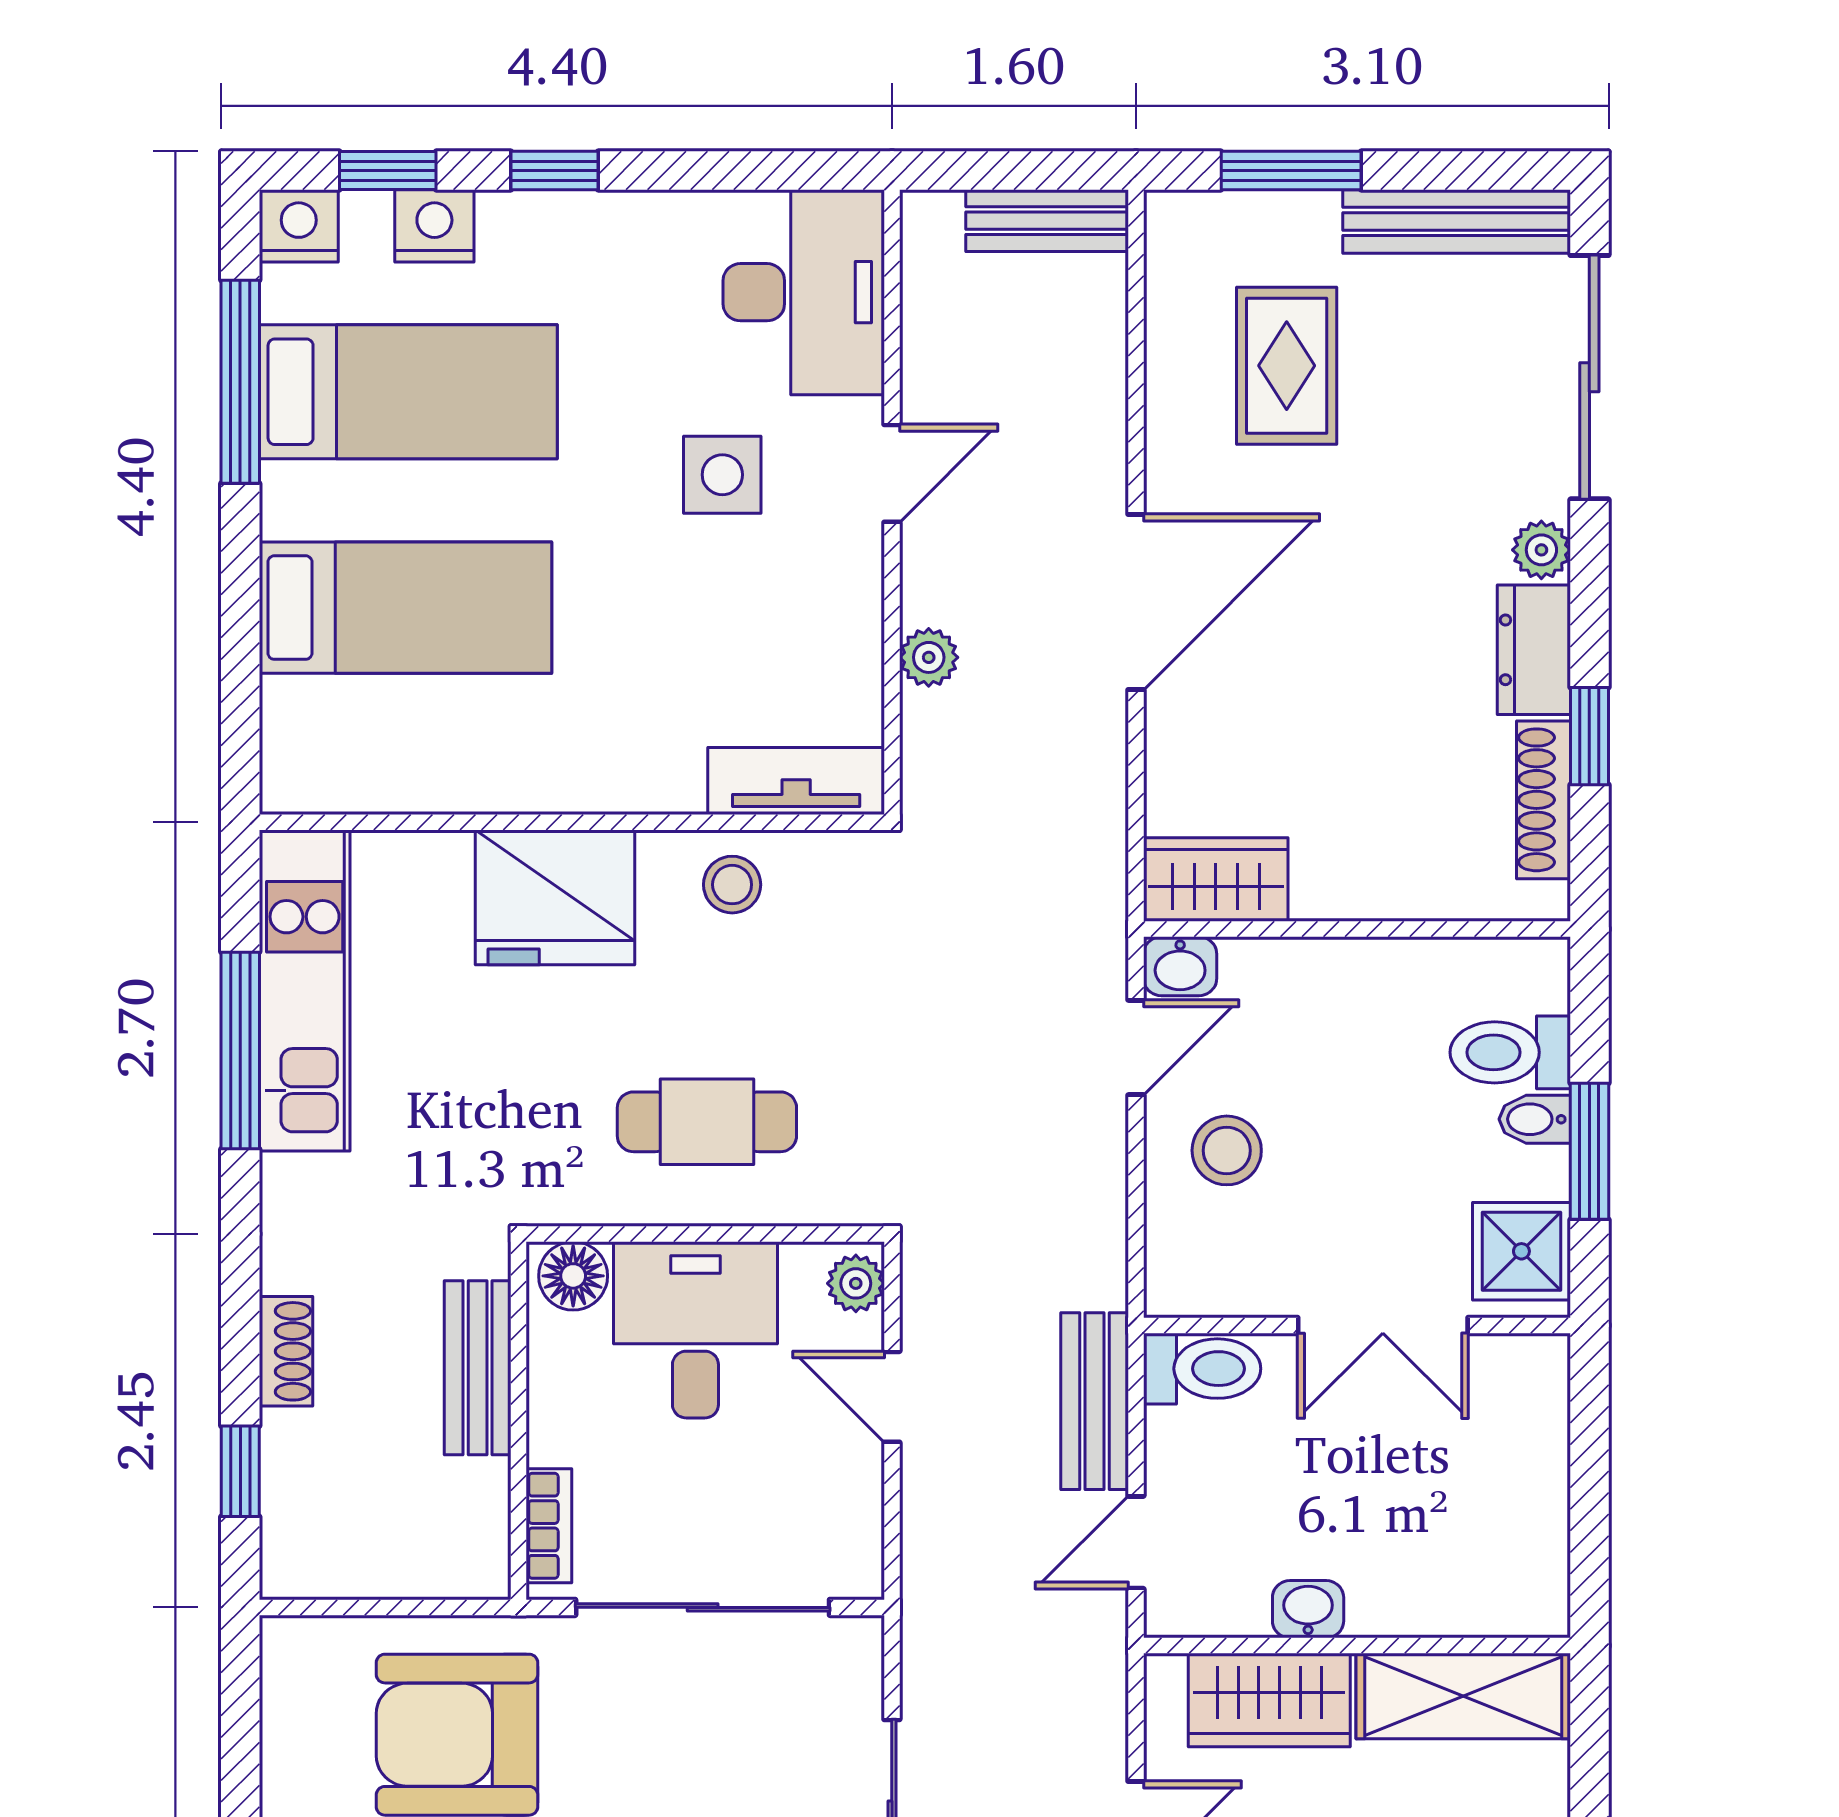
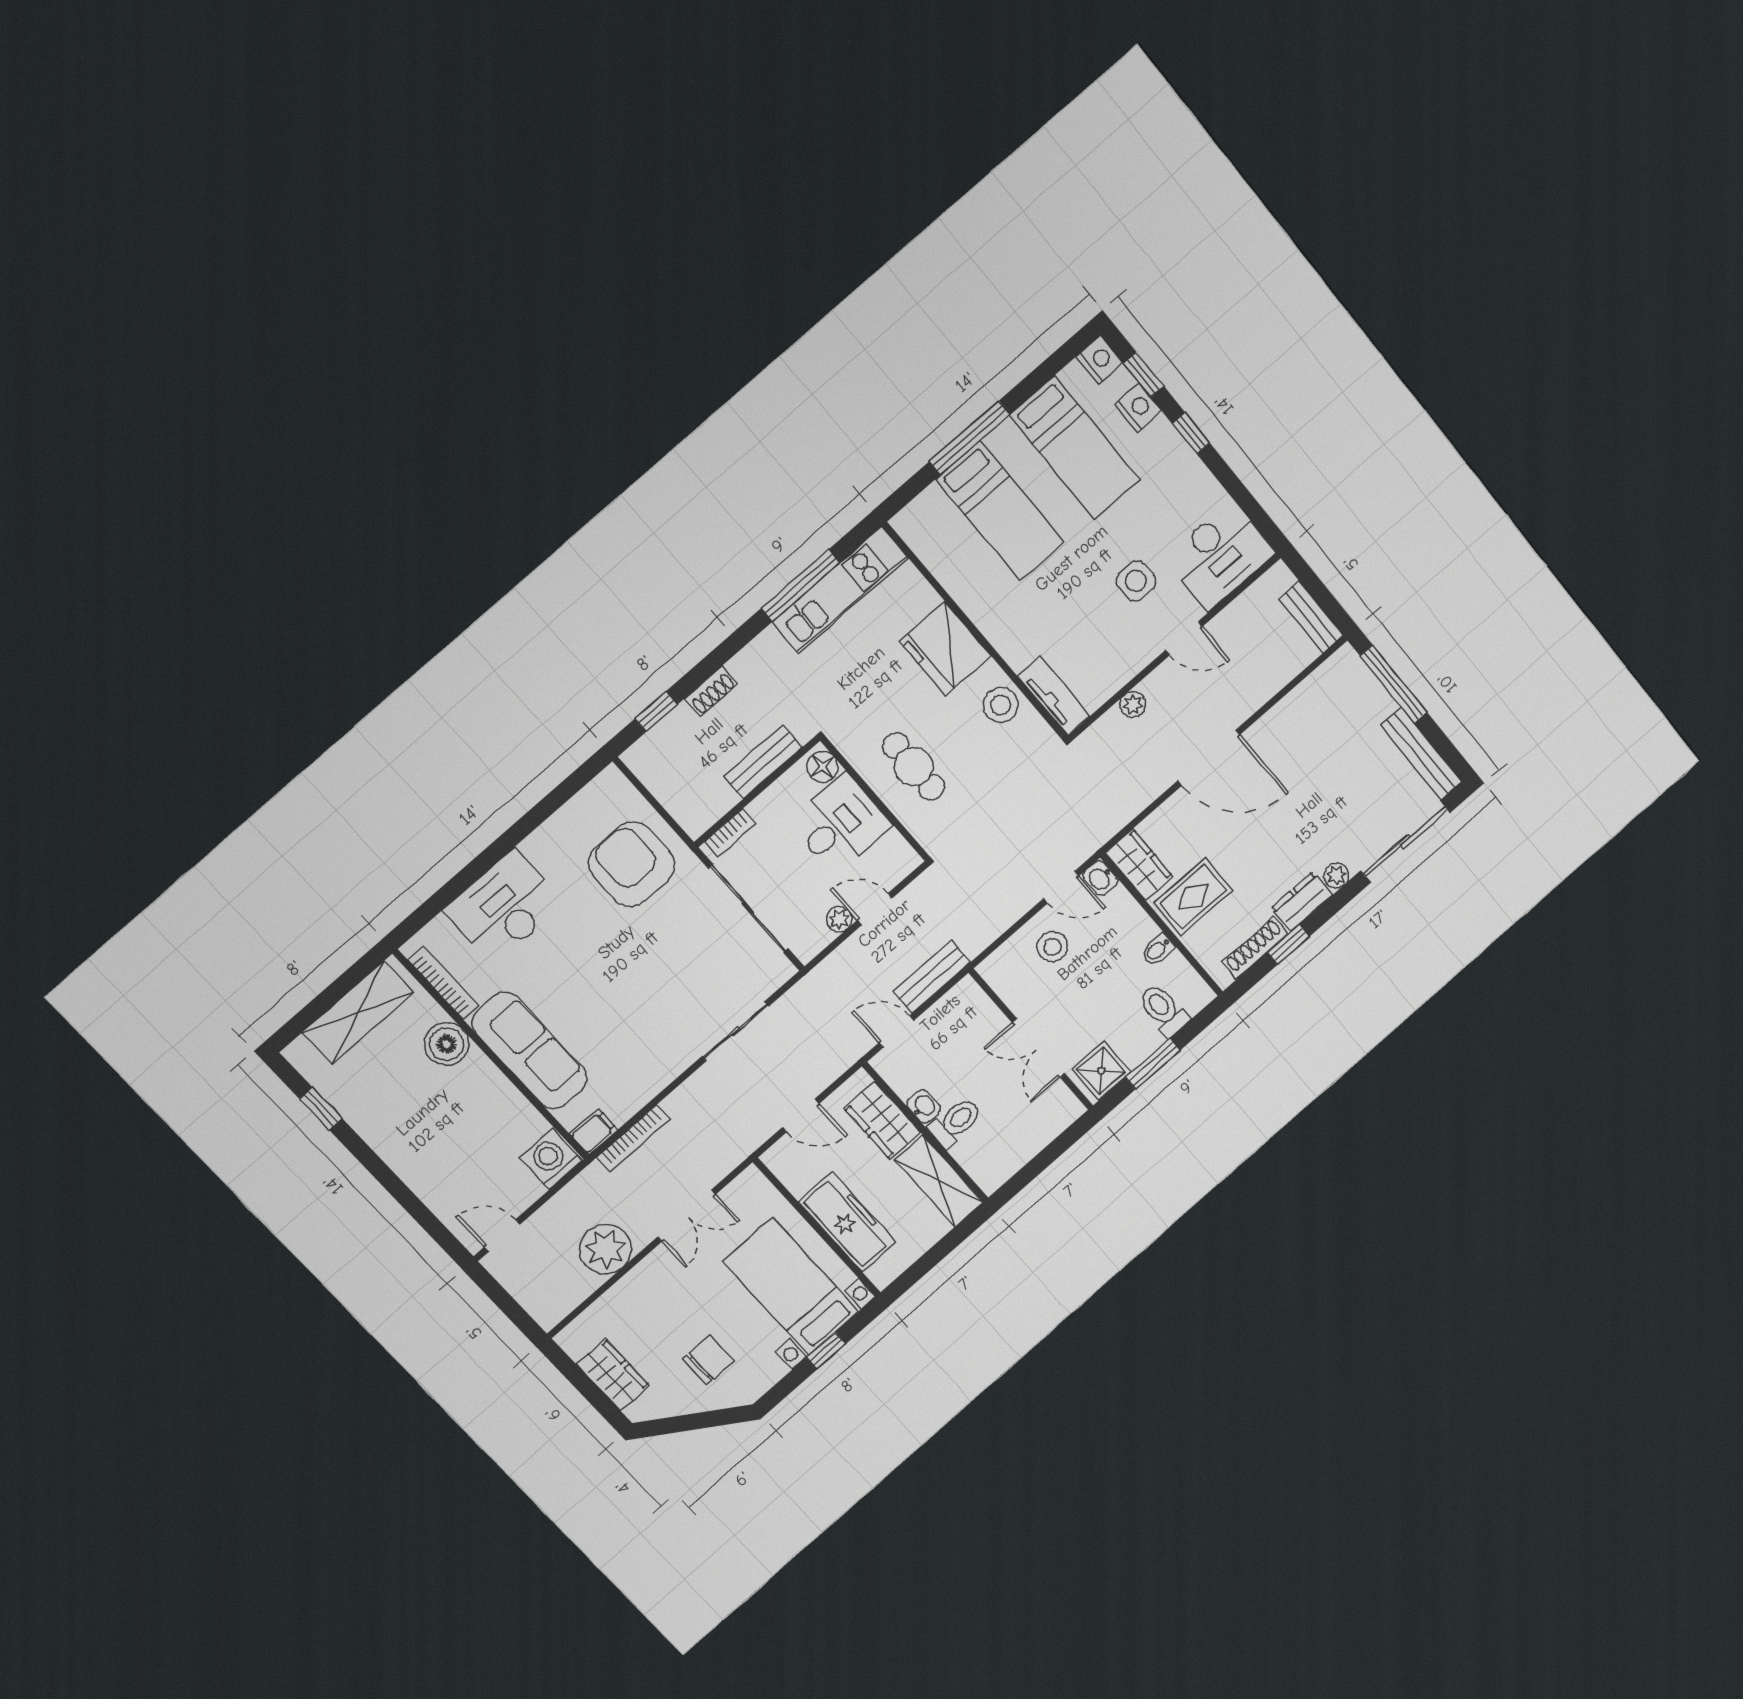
window: (1291, 171) -> (1394, 684), width x1.44
rug: (1287, 366) -> (1193, 897), moved
window: (240, 382) -> (969, 438), moved
stool: (732, 885) -> (1001, 705), width x1.37, depth x1.37
bidet: (1535, 1119) -> (1158, 949), moved, turned -90
plant: (856, 1283) -> (839, 919), moved
toilet: (1202, 1369) -> (955, 1122), moved, turned -90
door: (892, 1397) -> (875, 909), hinge flipped

